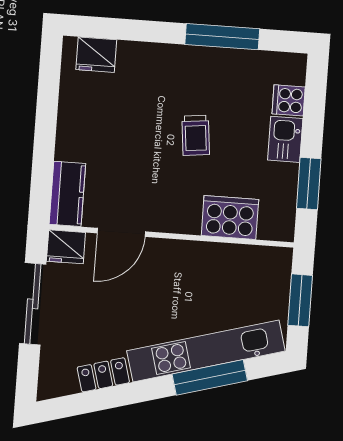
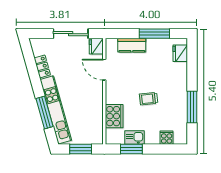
window: (47, 111) -> (154, 34), added
kitchen sink: (285, 139) -> (134, 137), moved
kitchen counter: (67, 194) -> (132, 45), moved

